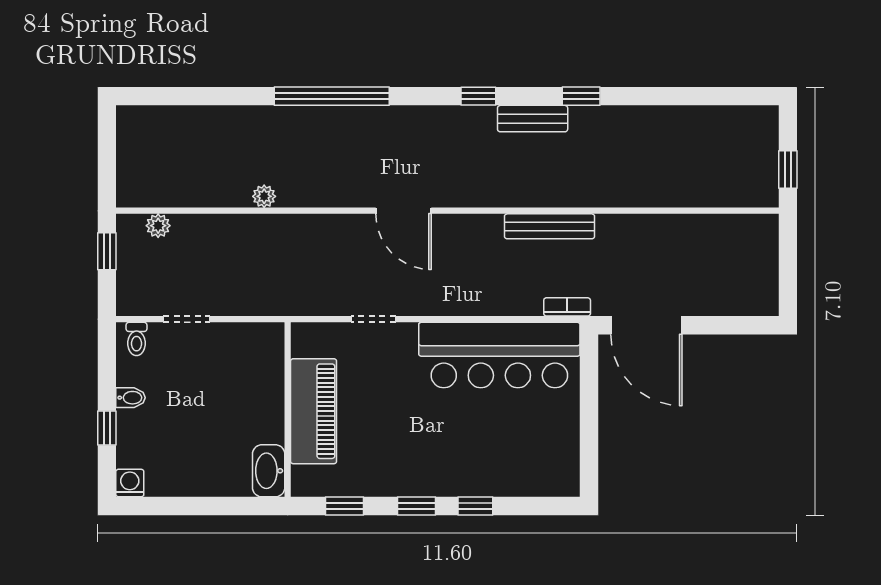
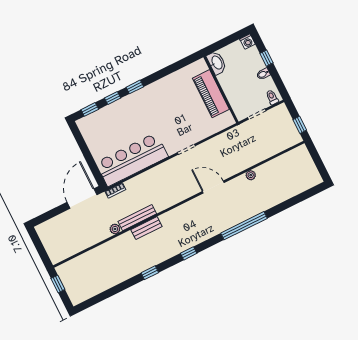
bench: (533, 119) -> (146, 228), moved
door: (404, 211) -> (213, 187), moved
plant: (158, 226) -> (115, 229), moved
door: (646, 325) -> (82, 198), hinge flipped
wall: (288, 410) -> (221, 89), moved
piano: (314, 411) -> (211, 94), moved
washbasin: (269, 471) -> (217, 63), moved
window: (345, 506) -> (90, 109), moved

